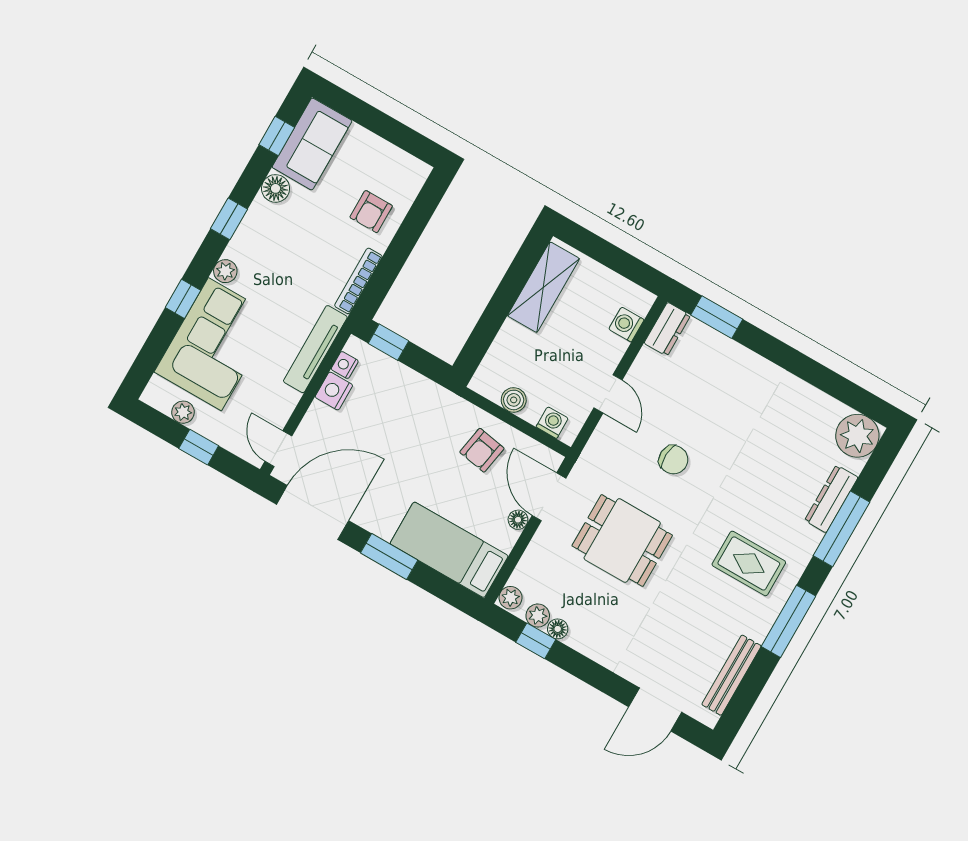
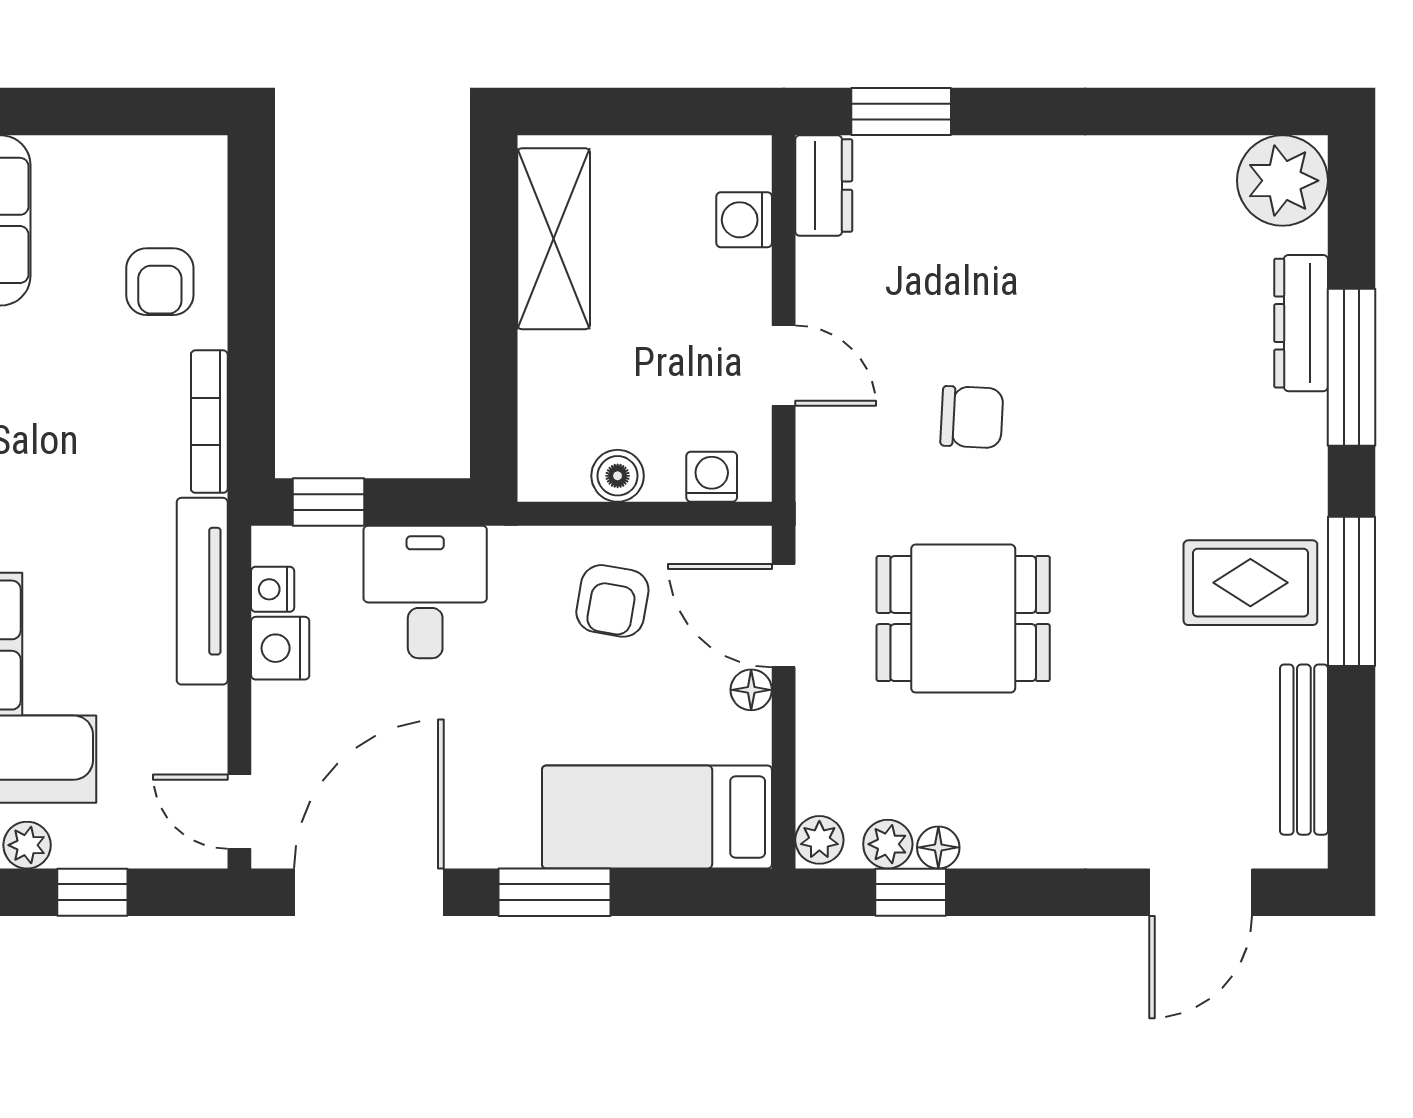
desk: (407, 402) -> (425, 592), added
rug: (749, 563) -> (1250, 583), moved

